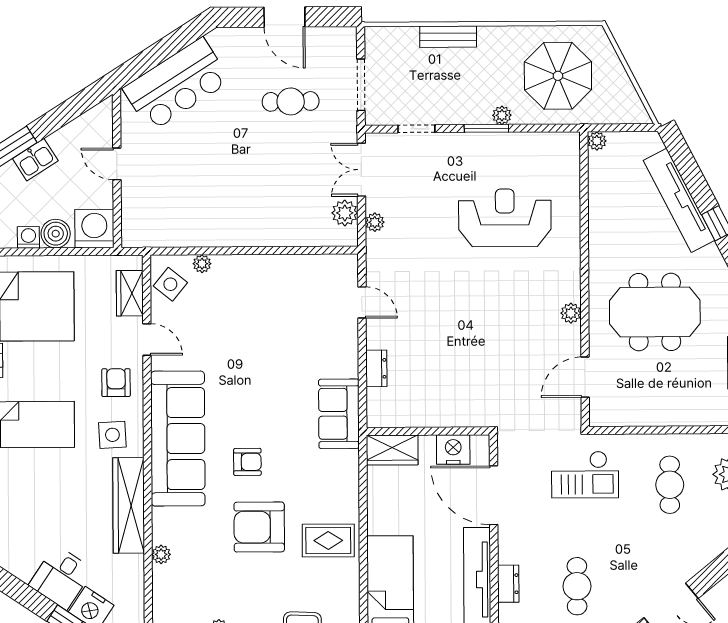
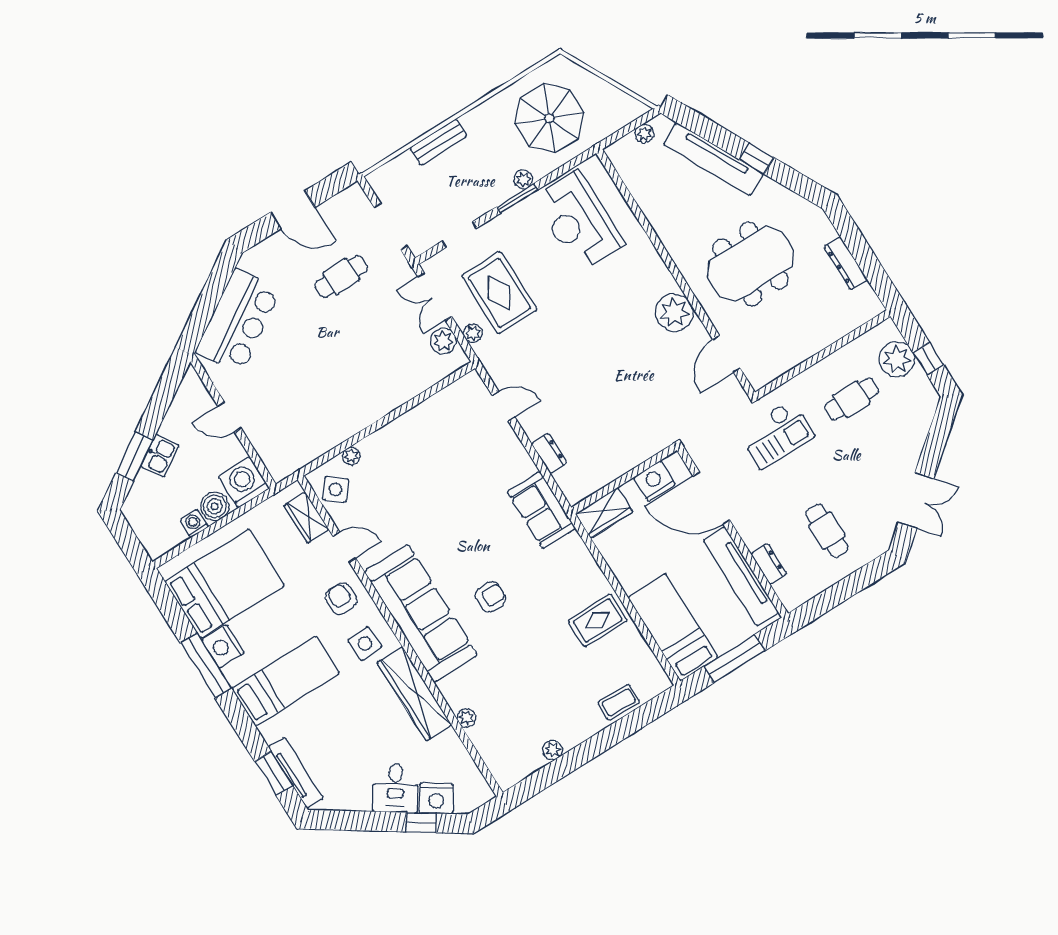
plant: (597, 141) -> (644, 134), moved
rug: (420, 201) -> (499, 293), added
reception desk: (505, 218) -> (579, 221), moved, turned -90
plant: (571, 313) -> (674, 312), width x1.88, depth x1.88
cafe table: (670, 485) -> (852, 399), turned 90
armchair: (259, 527) -> (534, 645), removed

